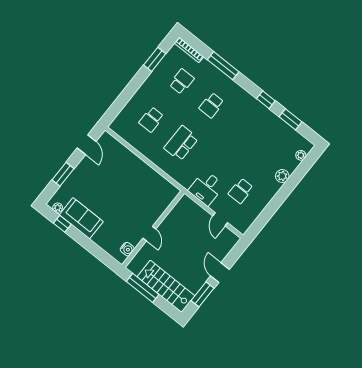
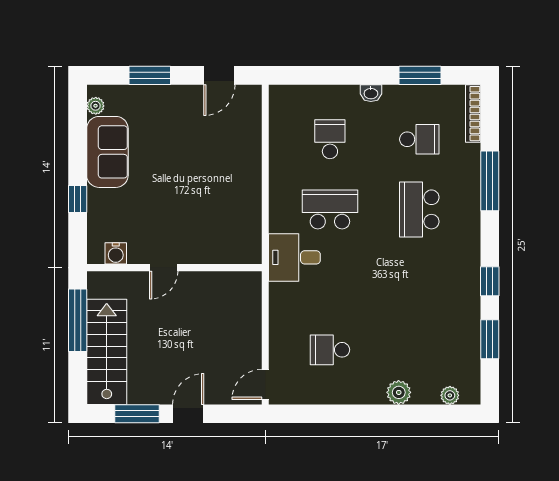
washbasin: (146, 86) -> (371, 93), added
school desk: (211, 105) -> (419, 209), width x1.85
school desk: (151, 119) -> (330, 139), turned 90
desk: (206, 188) -> (294, 257), moved
door: (220, 219) -> (265, 384), moved
window: (62, 224) -> (78, 199), moved

